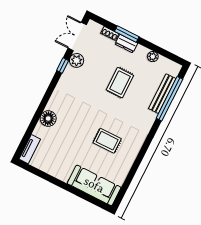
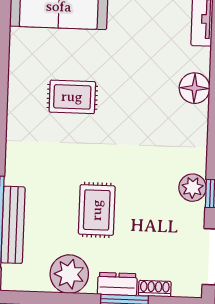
plant: (153, 57) -> (69, 274), width x1.88, depth x1.88
plant: (77, 60) -> (193, 188), moved

